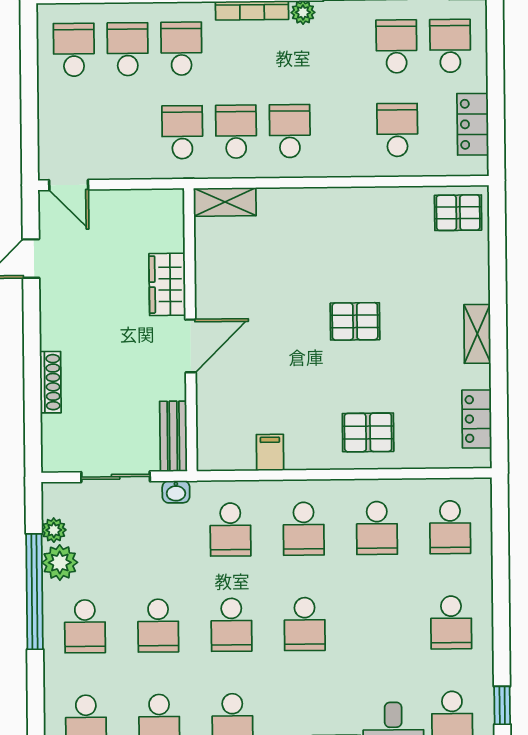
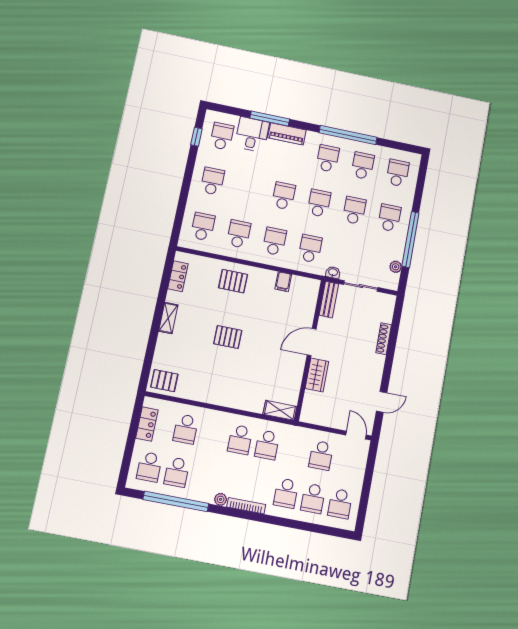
school desk: (182, 132) -> (321, 455), moved
plant: (60, 563) -> (396, 251), removed

